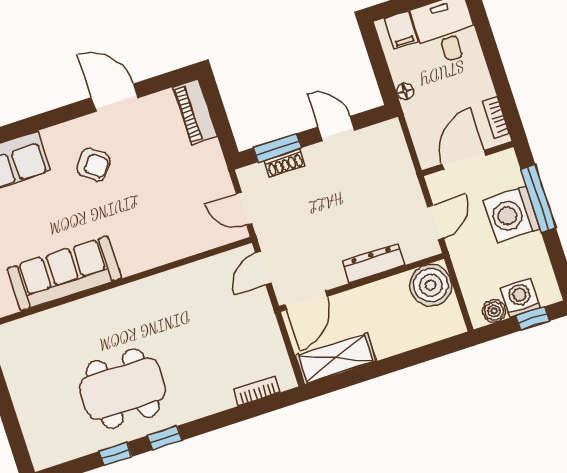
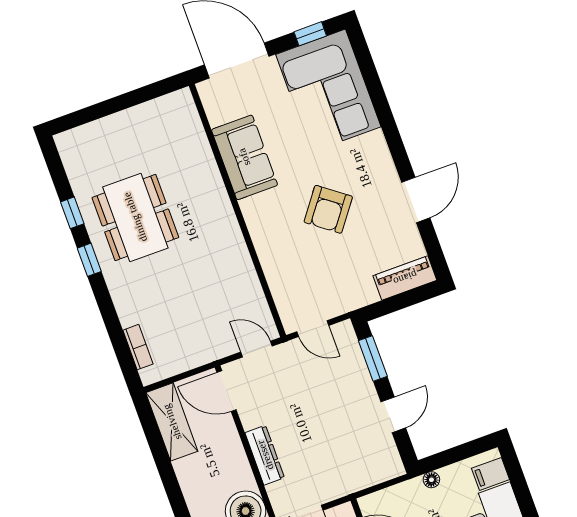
shoe rack: (285, 163) -> (358, 366), removed
armchair: (93, 165) -> (328, 209), moved, width x1.38, depth x1.38
door: (244, 209) -> (313, 329), swing flipped
sofa: (64, 273) -> (244, 157), width x0.73

